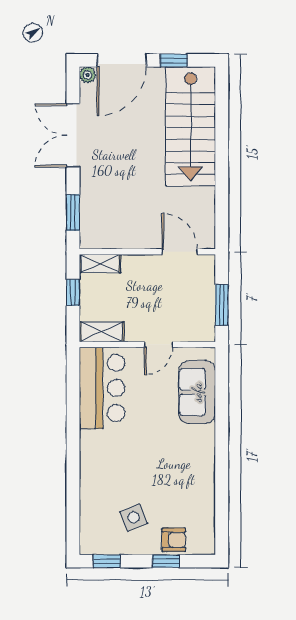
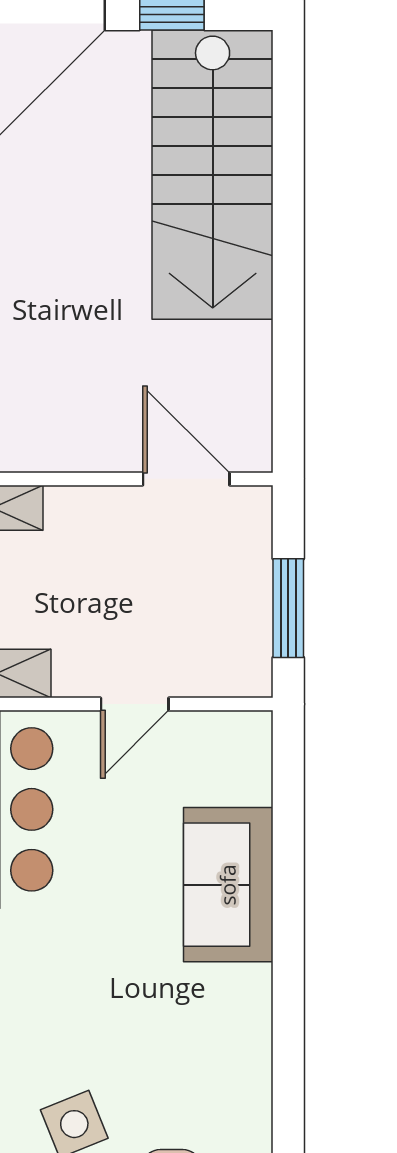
sofa: (197, 392) -> (228, 885), moved

